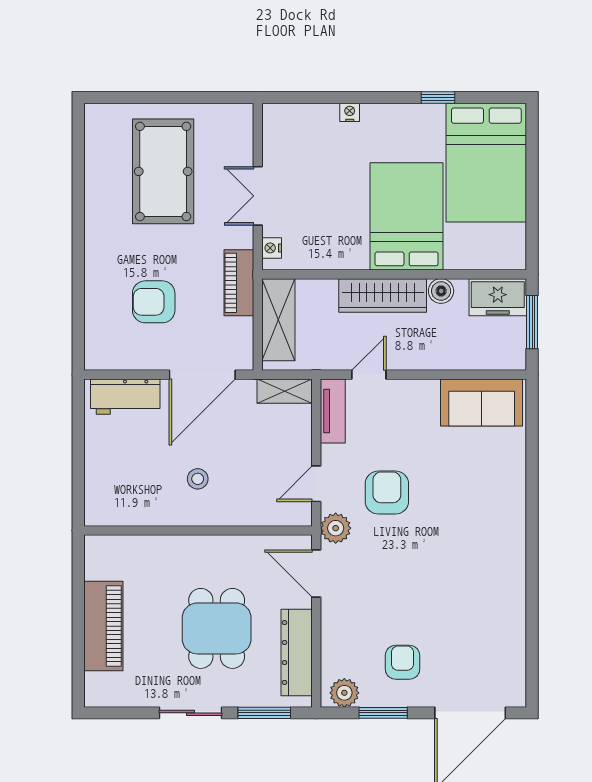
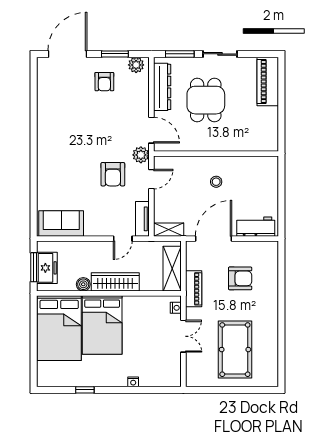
bed: (486, 163) -> (59, 328), moved, turned 180
freezer: (498, 297) -> (47, 268), moved, turned 90
piano: (103, 626) -> (268, 81), moved

